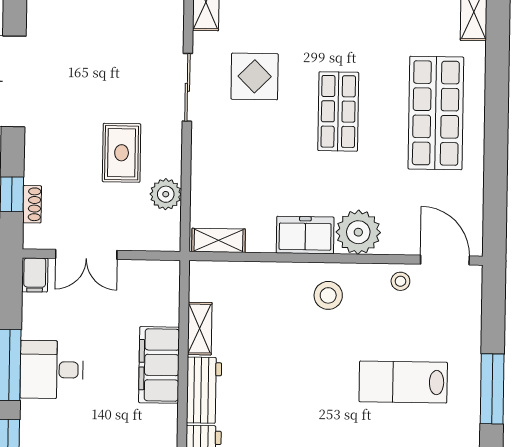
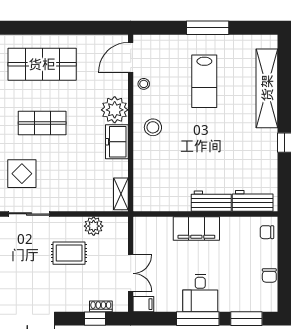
shelving: (200, 329) -> (174, 204), removed

